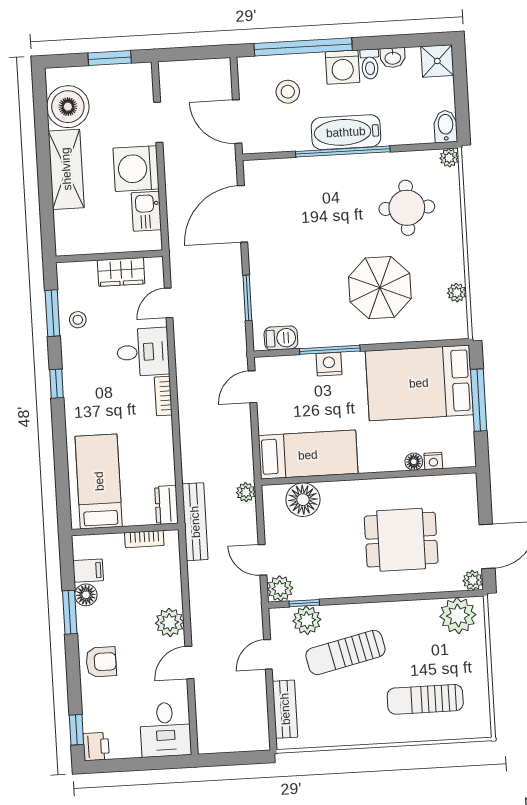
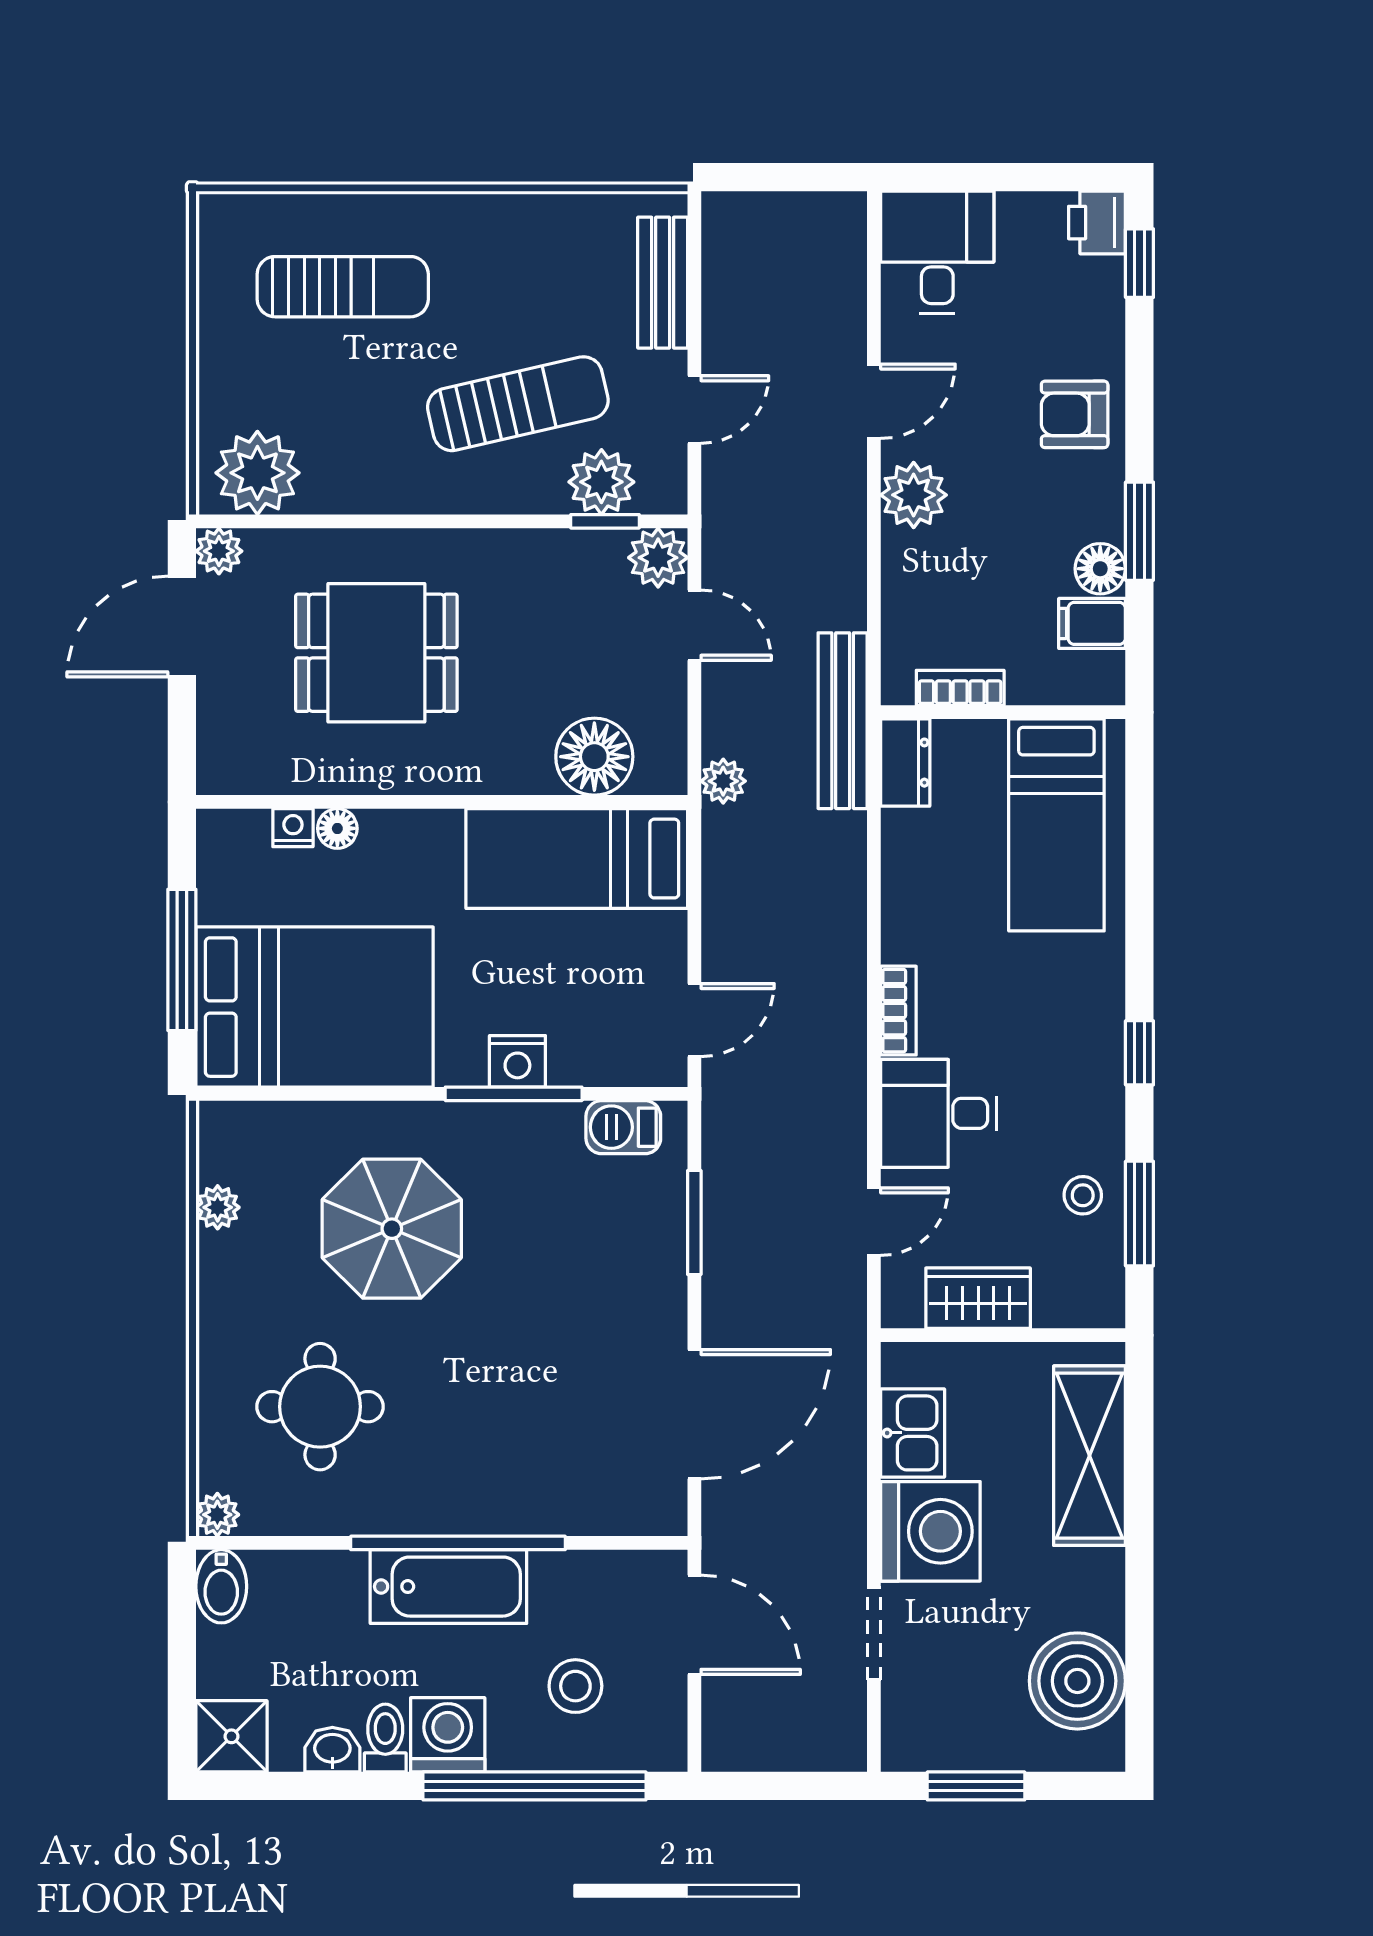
shelving: (66, 169) -> (1090, 1456), moved

